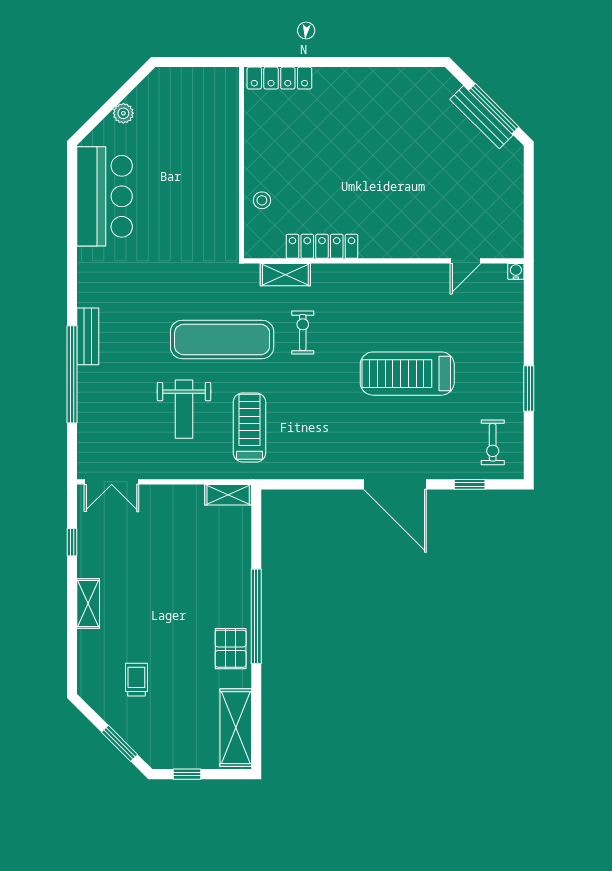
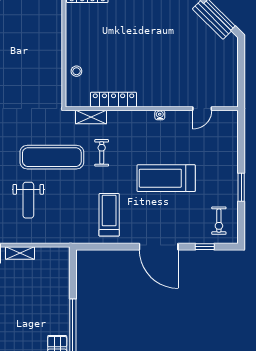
water cooler: (516, 271) -> (160, 115), moved
treadmill: (249, 427) -> (109, 215), moved
shelving: (228, 495) -> (20, 253), moved

